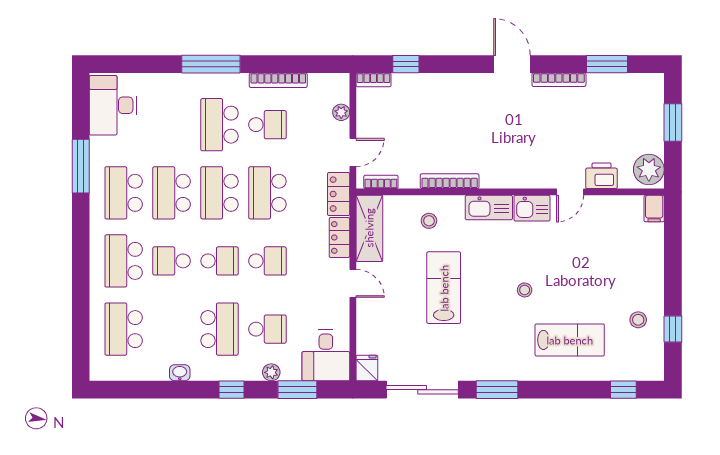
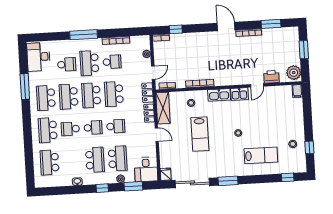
school desk: (172, 125) -> (67, 64), added
lab bench: (444, 288) -> (200, 134), turned 180
school desk: (267, 329) -> (118, 158), width x1.85

